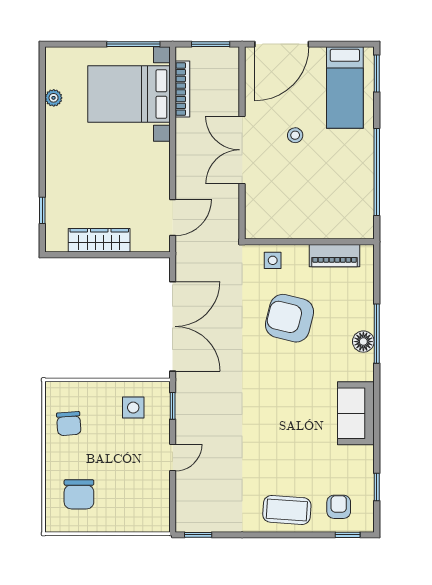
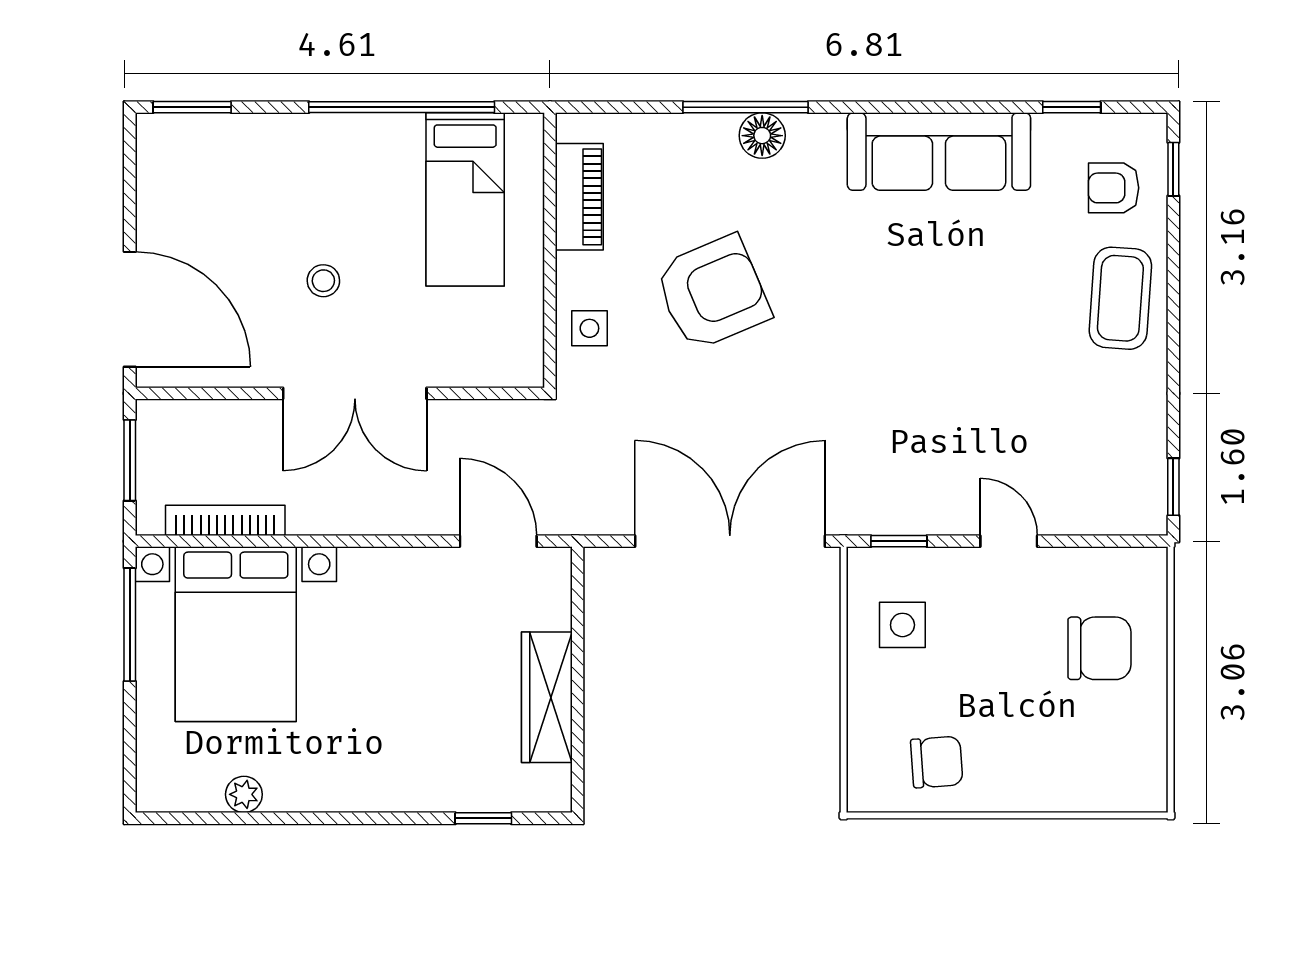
bed: (345, 88) -> (465, 199), moved, turned 90
armchair: (289, 318) -> (712, 293), turned -127
sofa: (356, 413) -> (939, 152), width x1.36
chair: (79, 494) -> (1099, 648), moved

